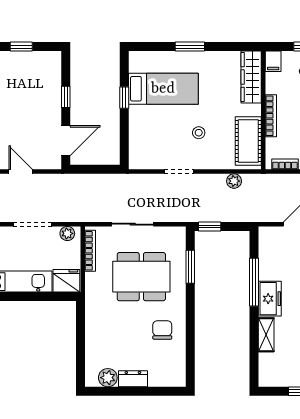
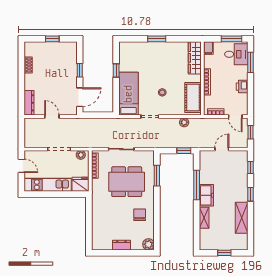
bed: (163, 89) -> (128, 94), moved, turned -90
window: (210, 226) -> (184, 151), moved
plant: (108, 378) -> (148, 244), moved

